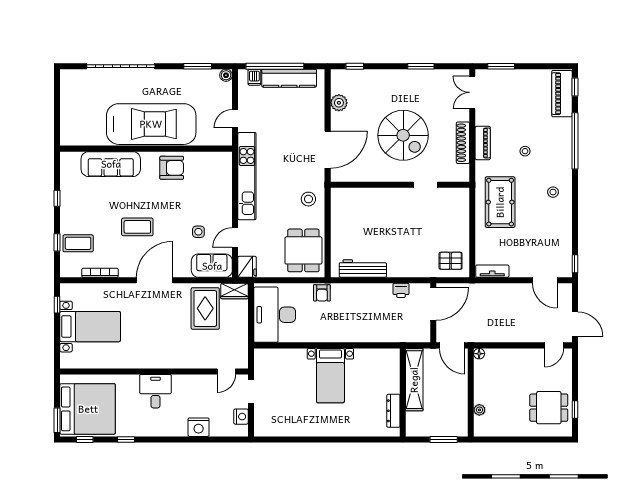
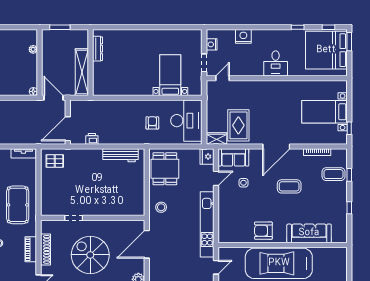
armchair: (322, 293) -> (152, 123), moved
bed with nightstands: (330, 376) -> (170, 75), moved

